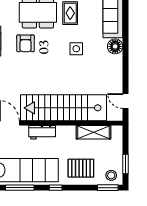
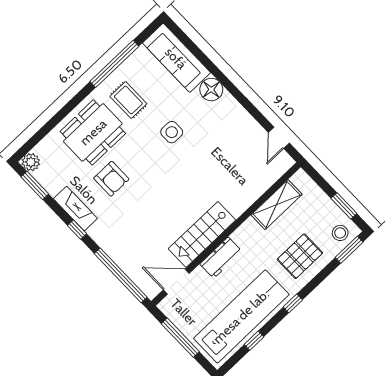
door: (126, 101) -> (279, 138), hinge flipped
stairs: (63, 108) -> (202, 234), width x0.54, depth x0.66
window: (20, 188) -> (254, 341), width x0.46

